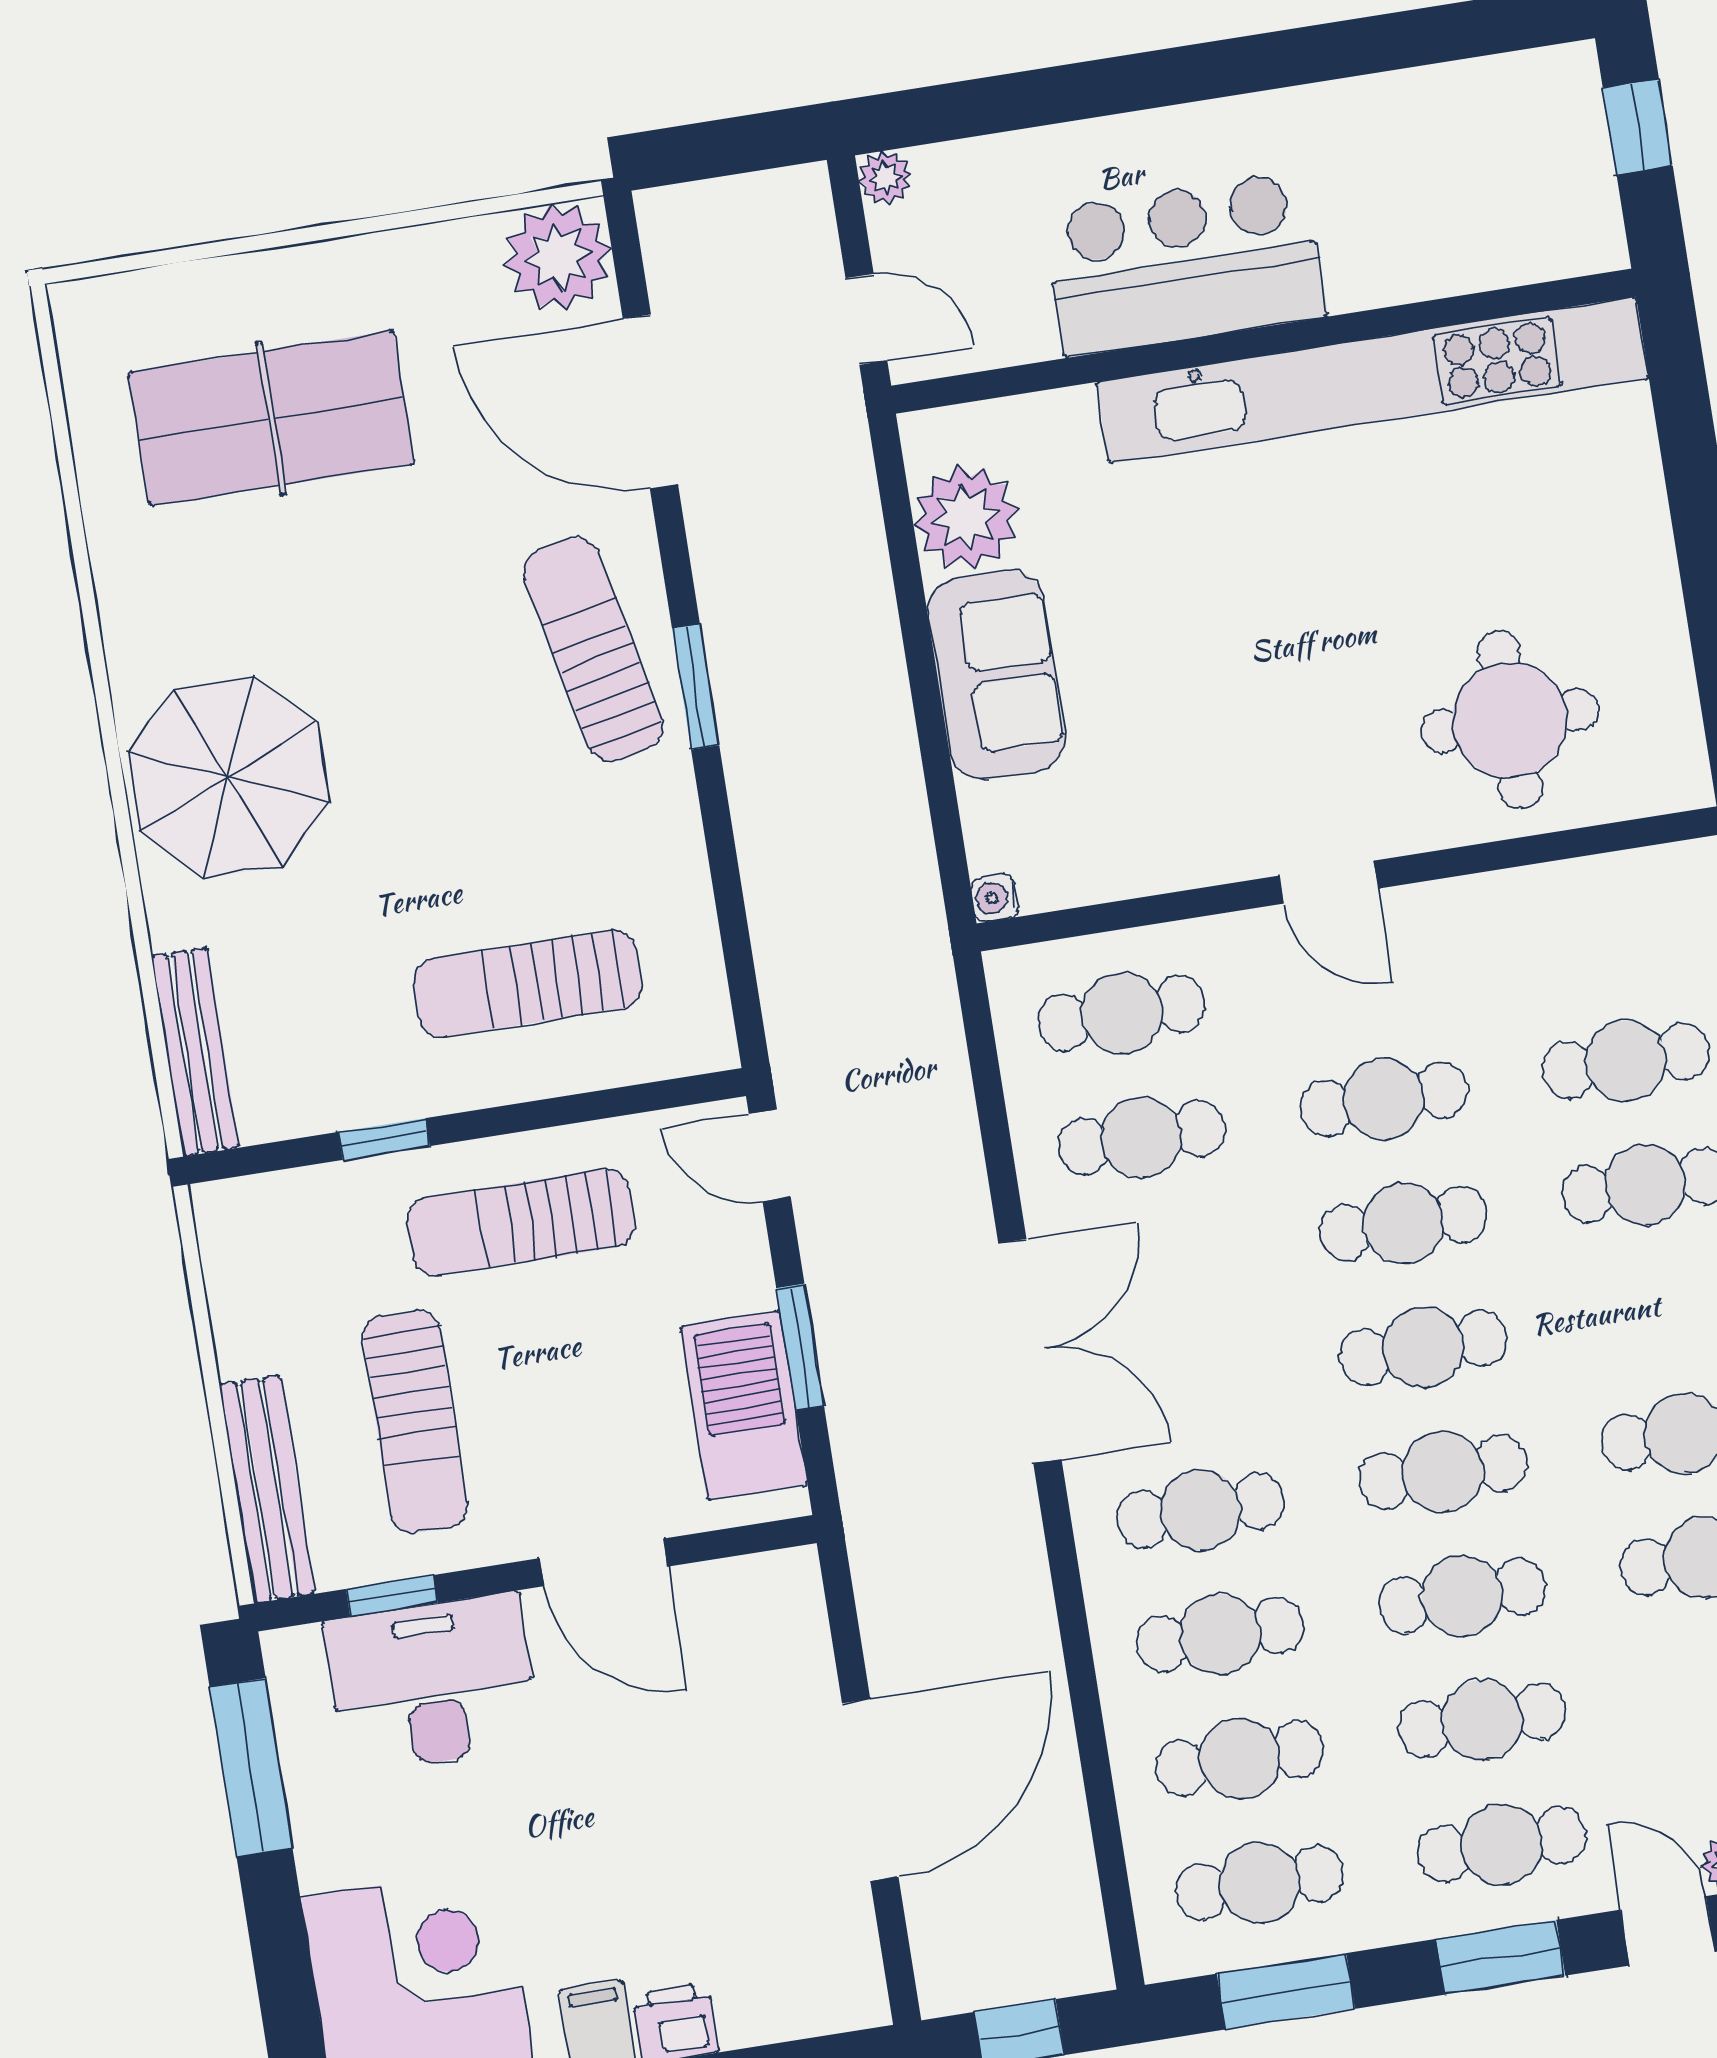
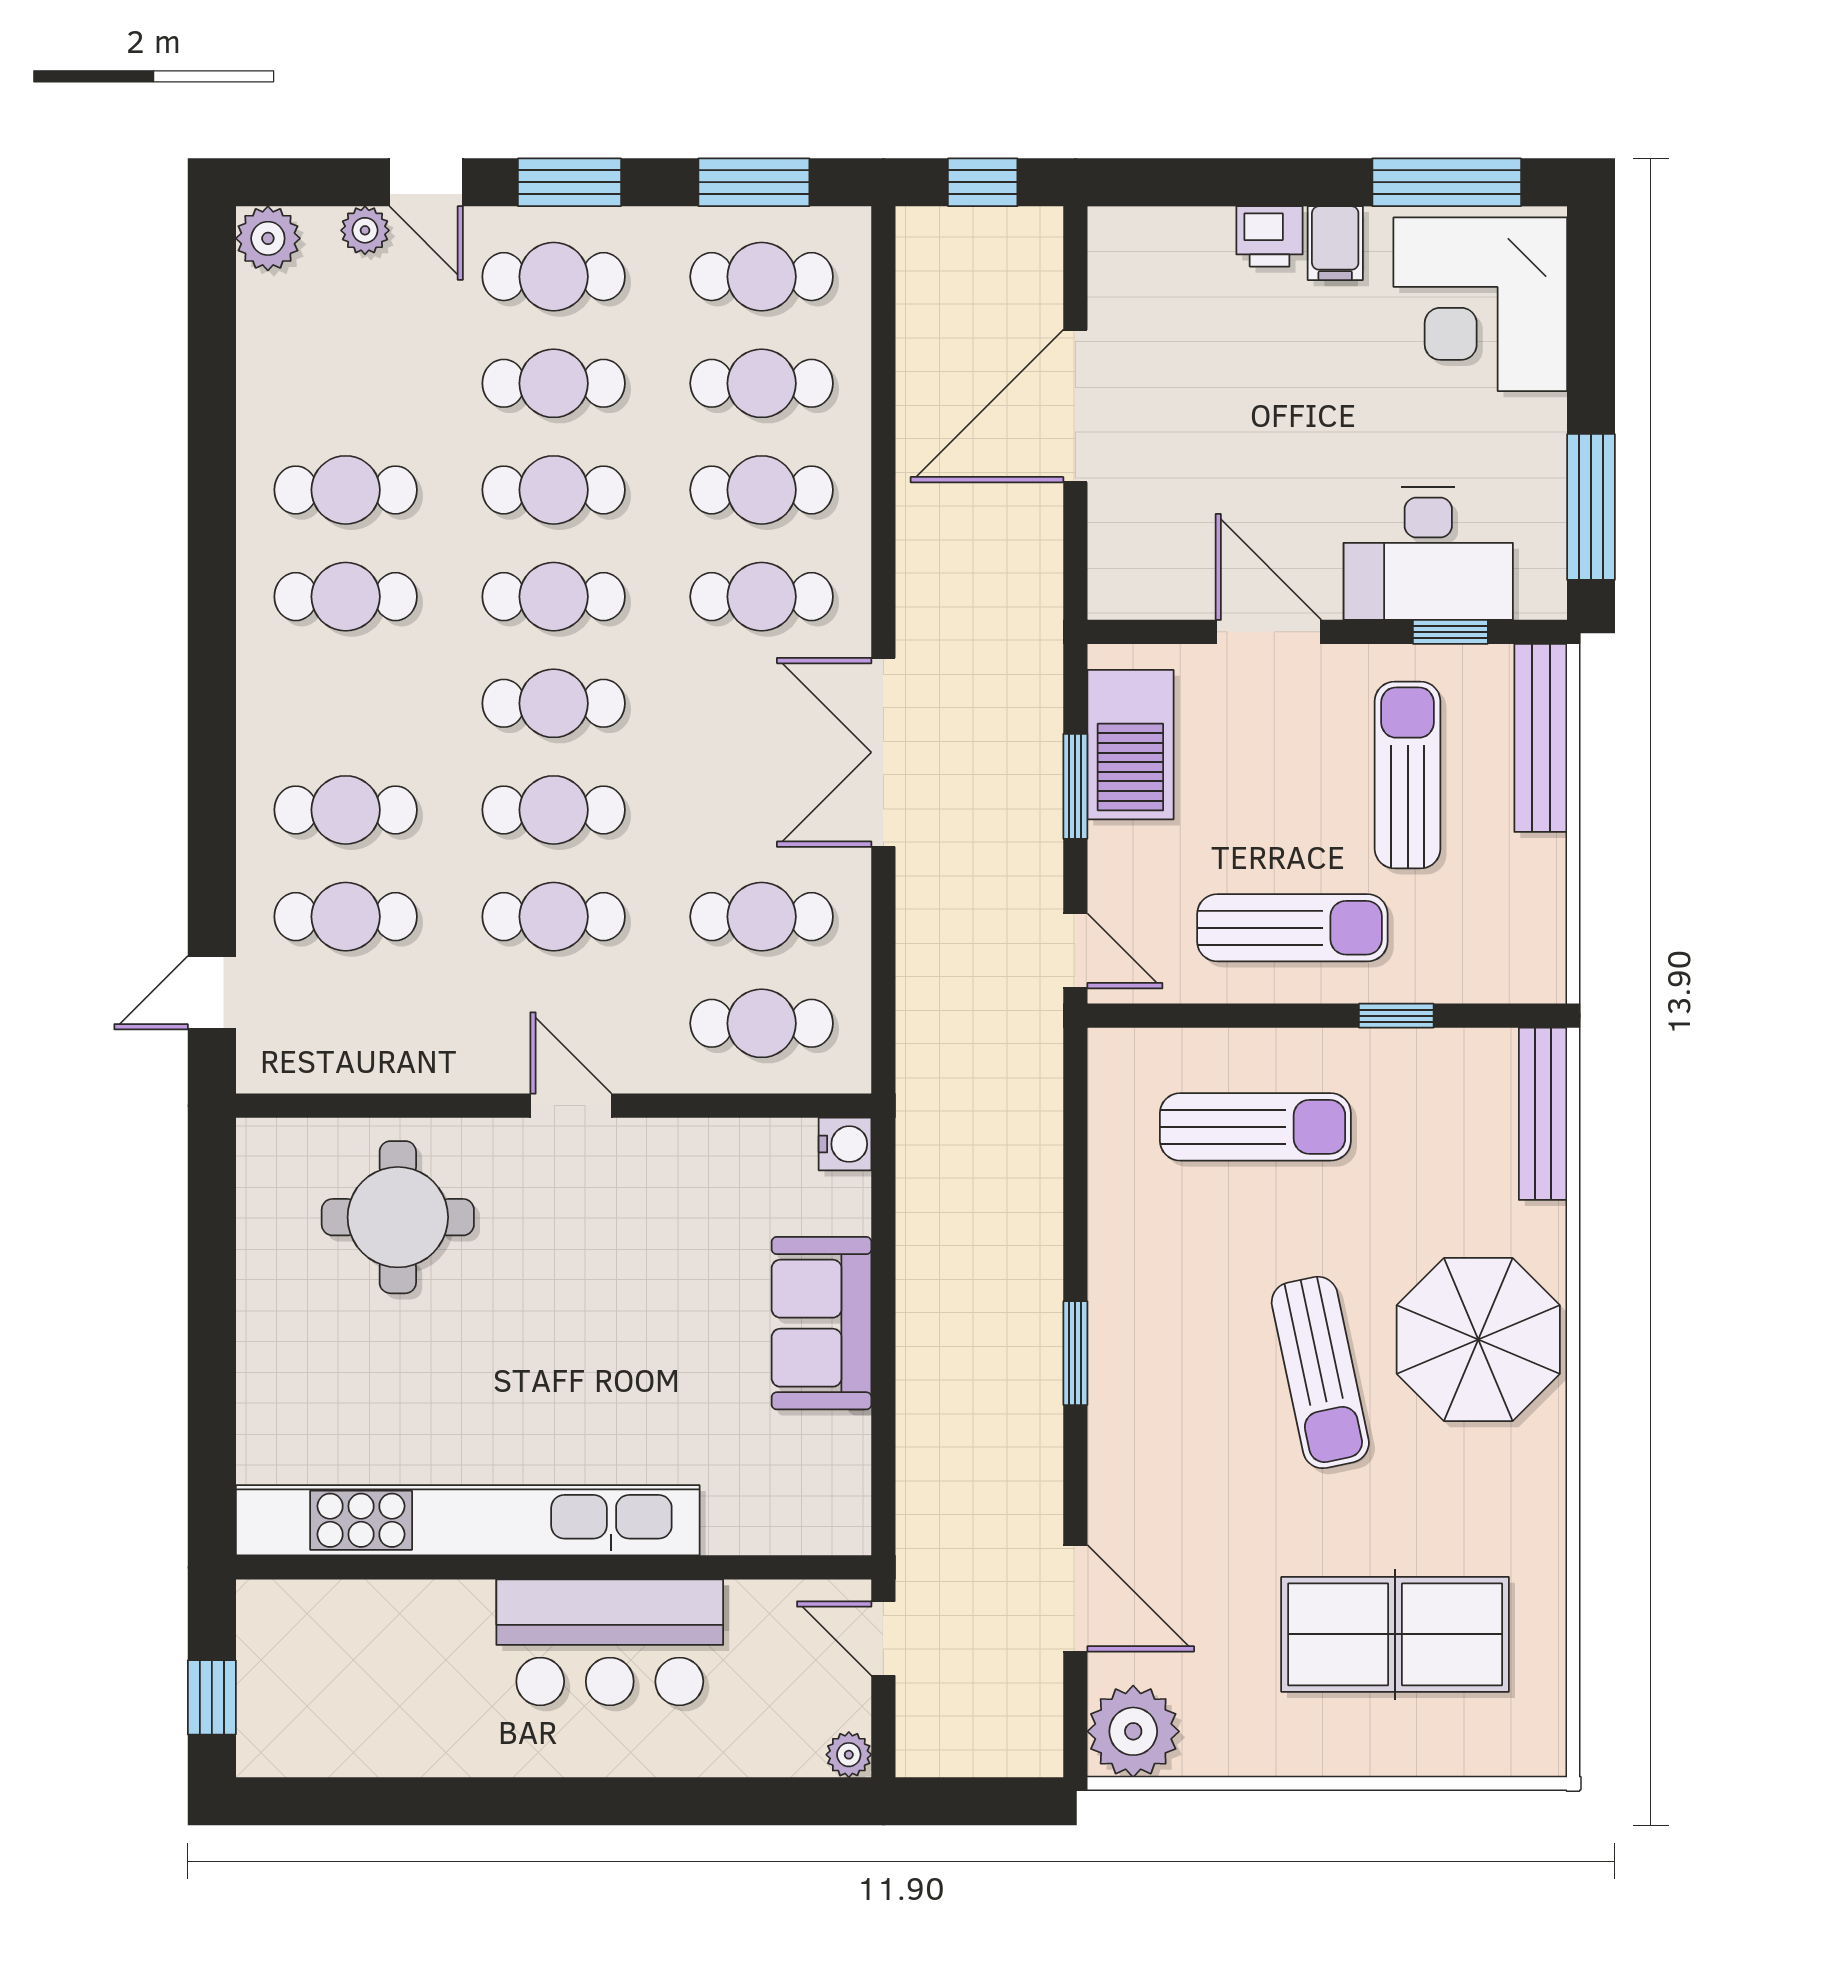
door: (650, 401) -> (1075, 1598), width x0.73
plant: (966, 517) -> (826, 1459), removed
sun lounger: (593, 649) -> (1320, 1372), moved
water cooler: (995, 898) -> (845, 1144), width x1.38, depth x1.38

